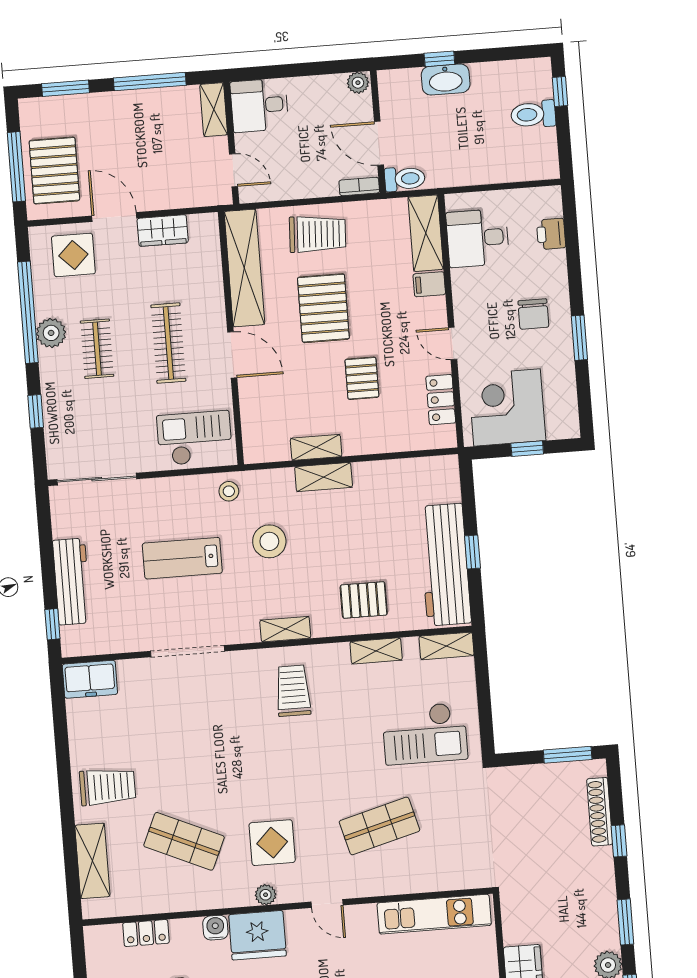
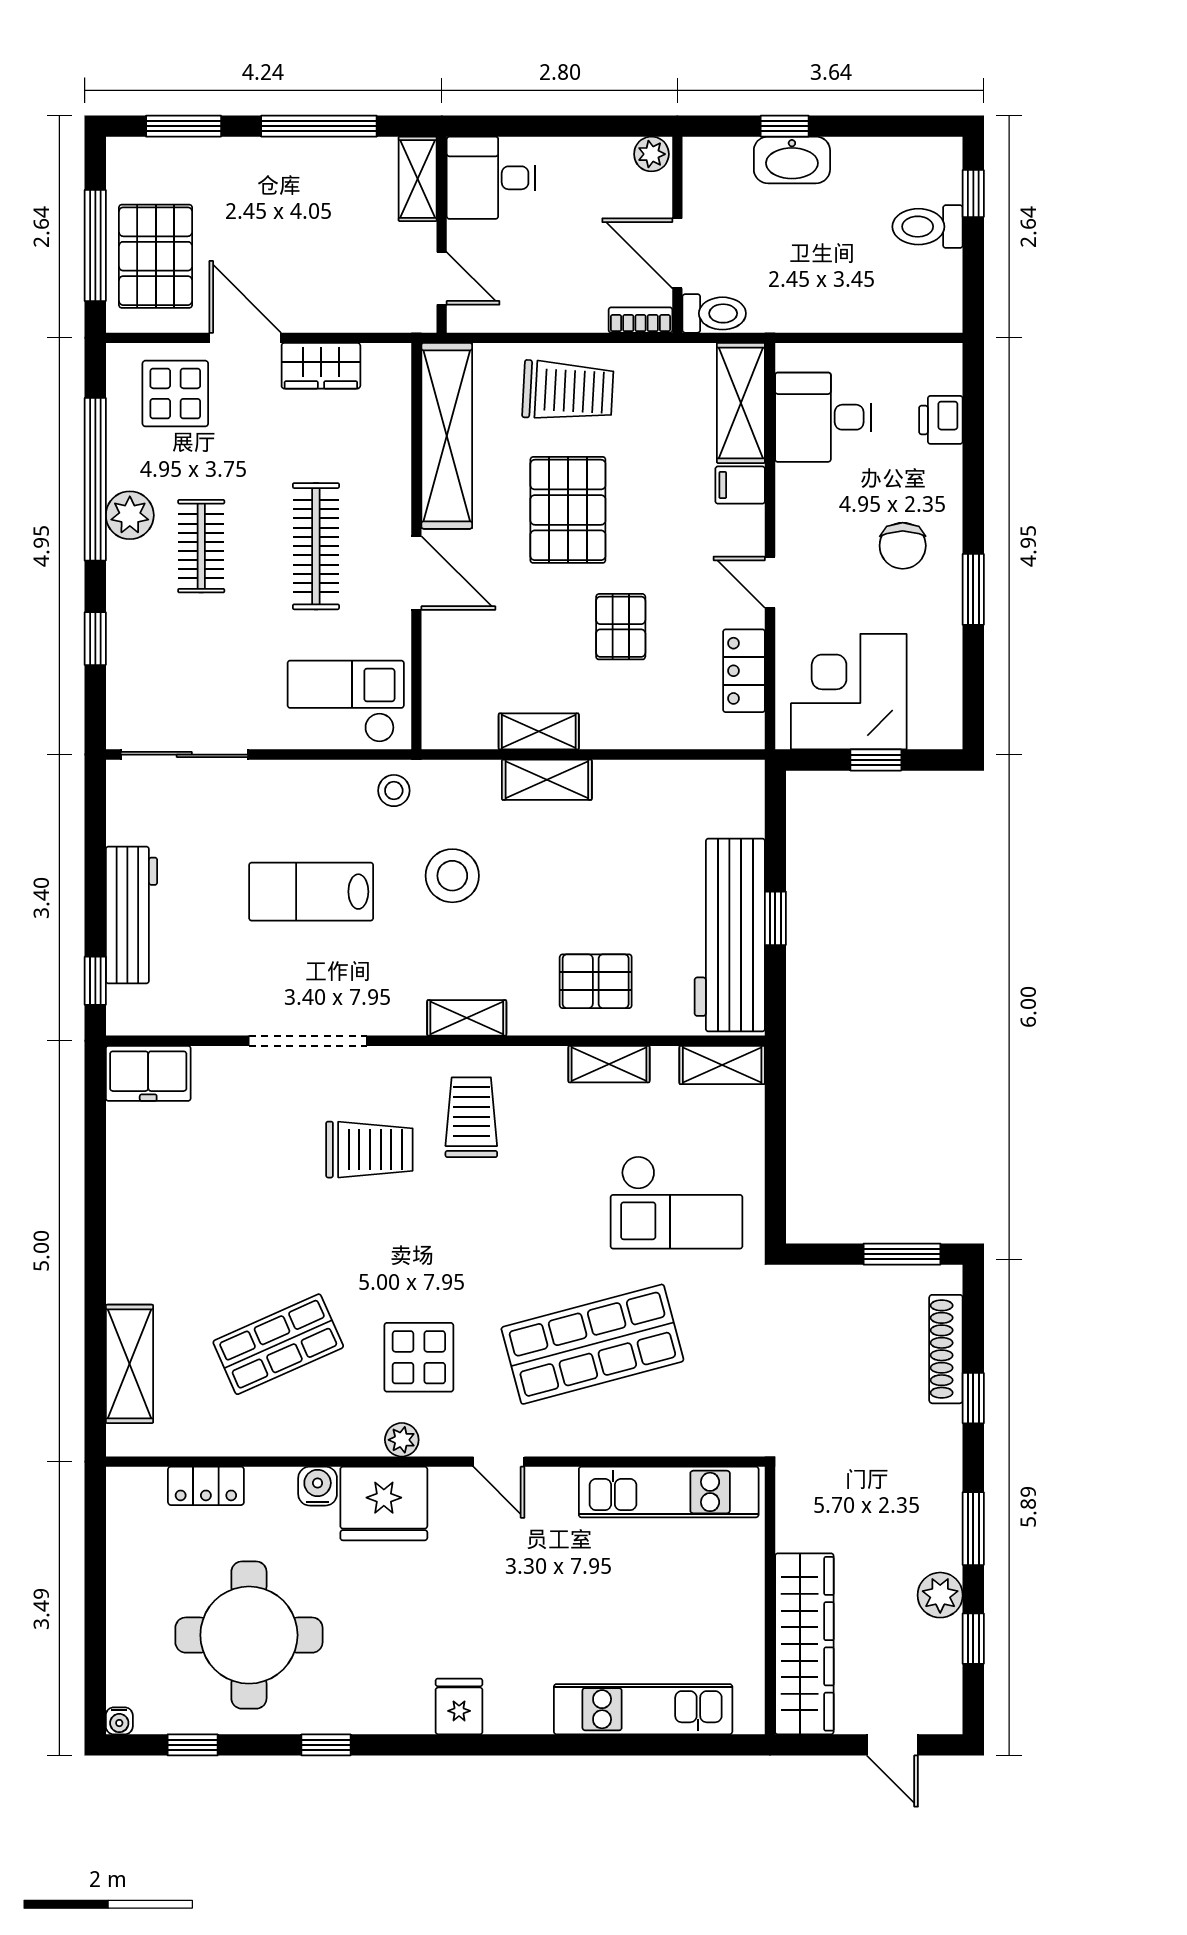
trolley: (108, 787) -> (369, 1150), moved
shop shelf: (379, 826) -> (592, 1344), width x1.43, depth x1.36
shop shelf: (184, 841) -> (278, 1344), turned -48

